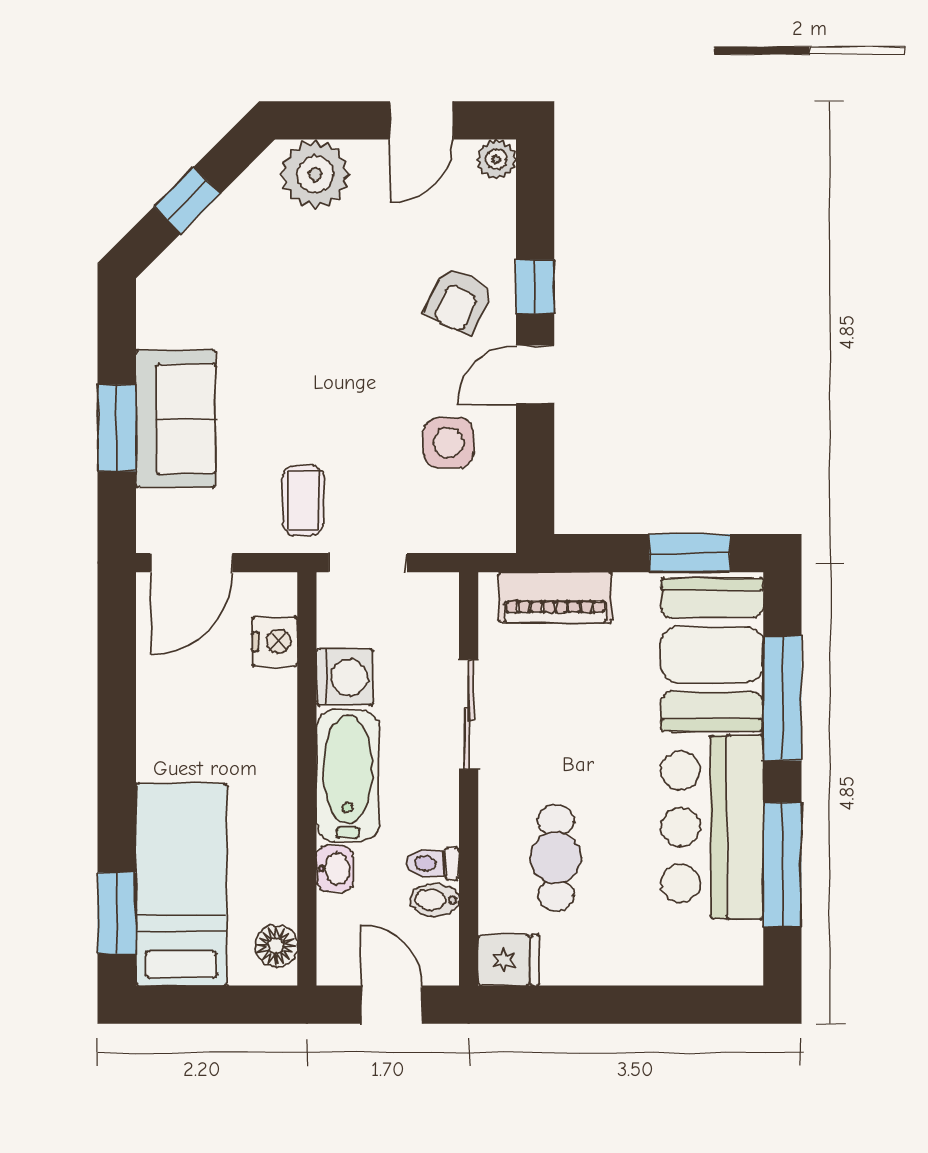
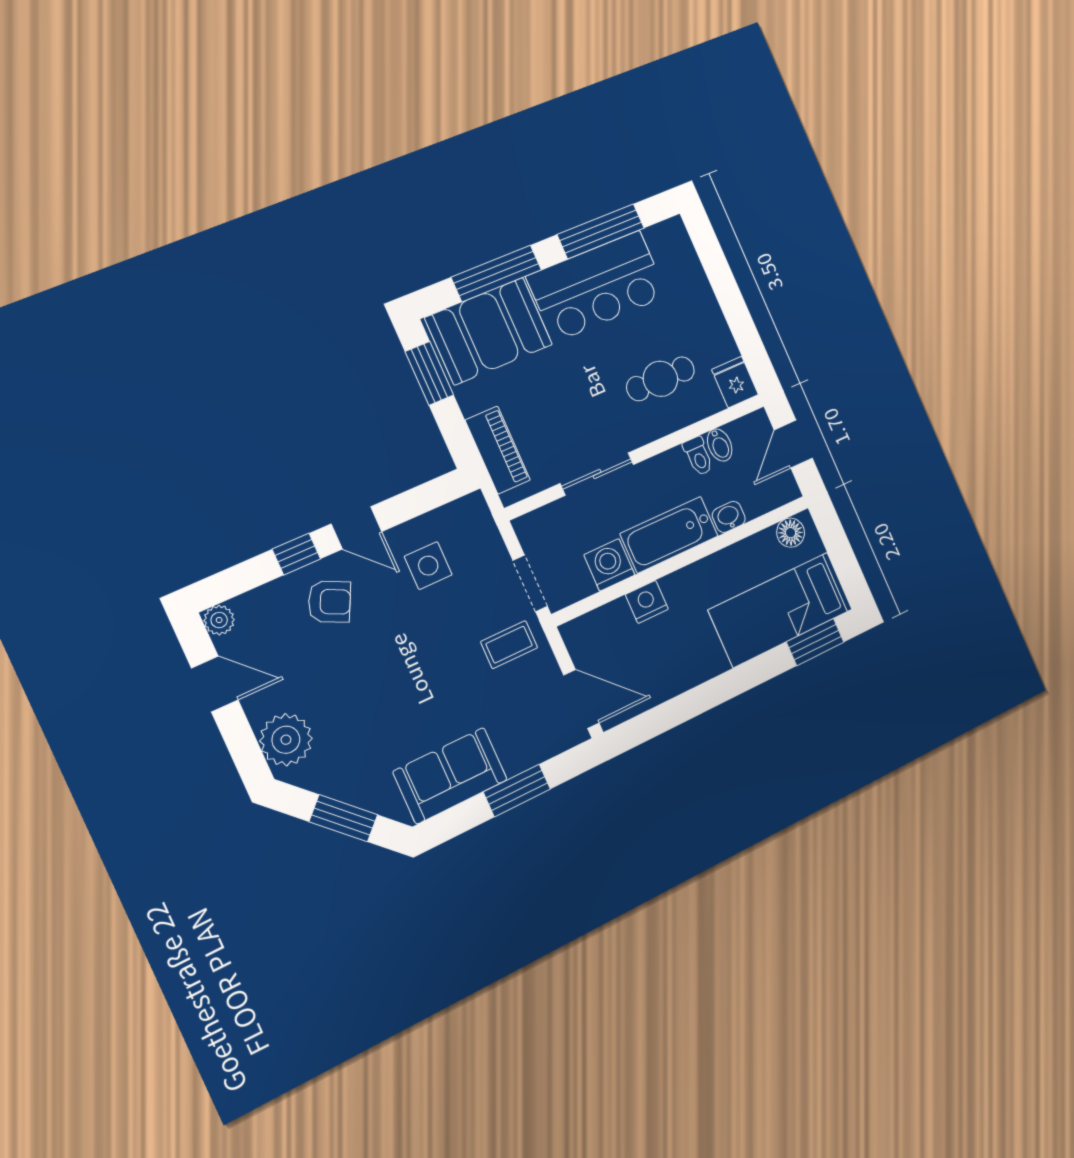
window: (187, 200) -> (343, 818), width x1.50
sofa: (176, 419) -> (450, 776), moved
nightstand: (275, 641) -> (647, 602), moved

